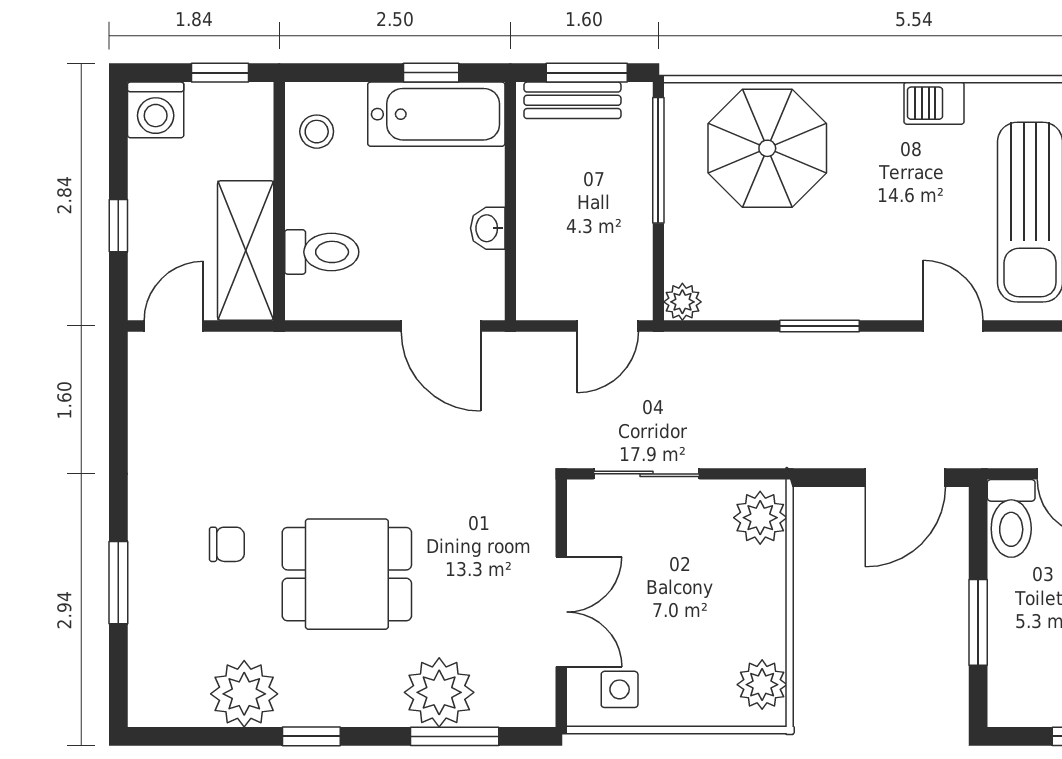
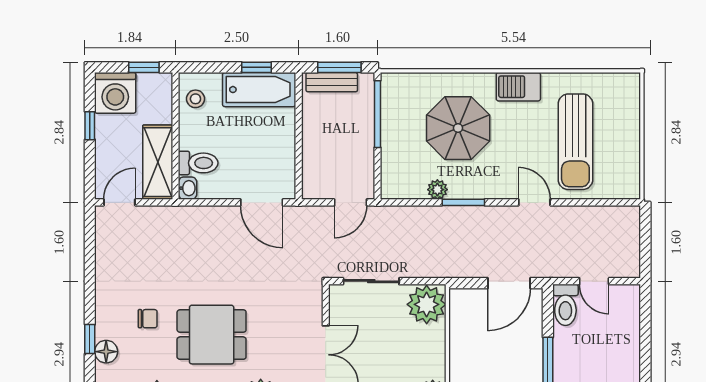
barbecue: (934, 103) -> (518, 87), width x1.38, depth x1.27
washing machine: (156, 110) -> (115, 93), width x1.37, depth x1.37
parasol: (767, 148) -> (458, 128), moved
window: (118, 226) -> (90, 126), moved
washbasin: (488, 228) -> (188, 188), moved, turned 180
plant: (682, 302) -> (437, 190), moved
plant: (760, 518) -> (427, 304), width x1.36, depth x1.36
window: (118, 583) -> (90, 339), width x0.67
floor lamp: (149, 606) -> (106, 352), added

